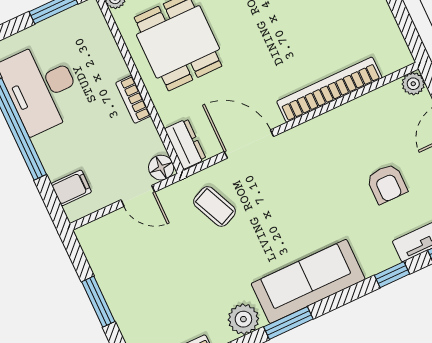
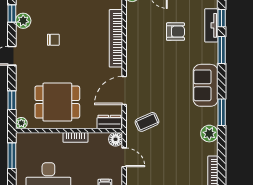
door: (138, 196) -> (124, 157), hinge flipped
window: (392, 275) -> (222, 50), width x1.50
sofa: (308, 281) -> (206, 85), width x0.73

